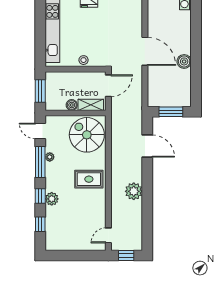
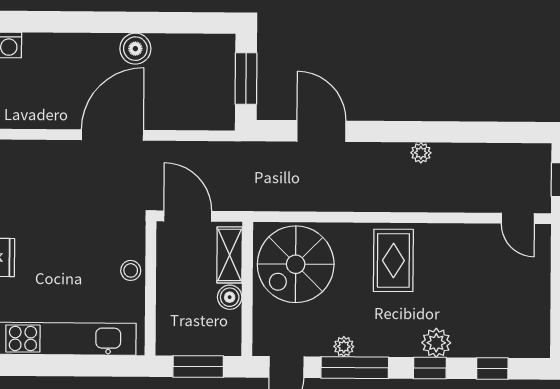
door: (147, 146) -> (321, 131), hinge flipped
plant: (134, 191) -> (421, 153), width x0.53, depth x0.53

